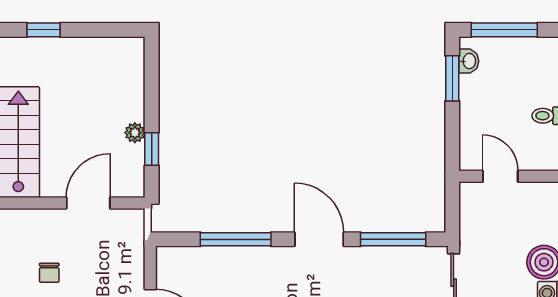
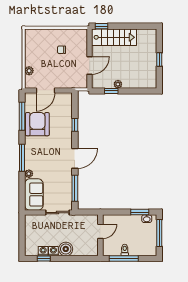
window: (44, 30) -> (159, 59), moved
door: (88, 203) -> (90, 65), hinge flipped
window: (236, 239) -> (75, 125), width x0.46

